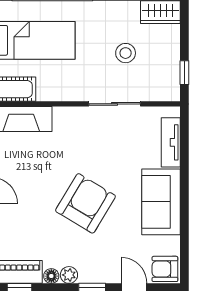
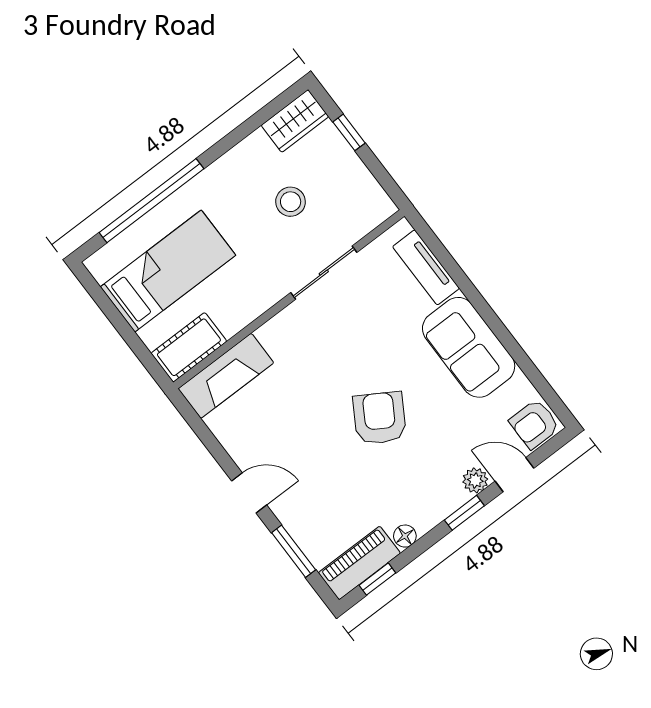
window: (184, 73) -> (349, 132), moved
armchair: (85, 203) -> (380, 418), width x0.73, depth x0.73
plant: (69, 275) -> (475, 480), moved

